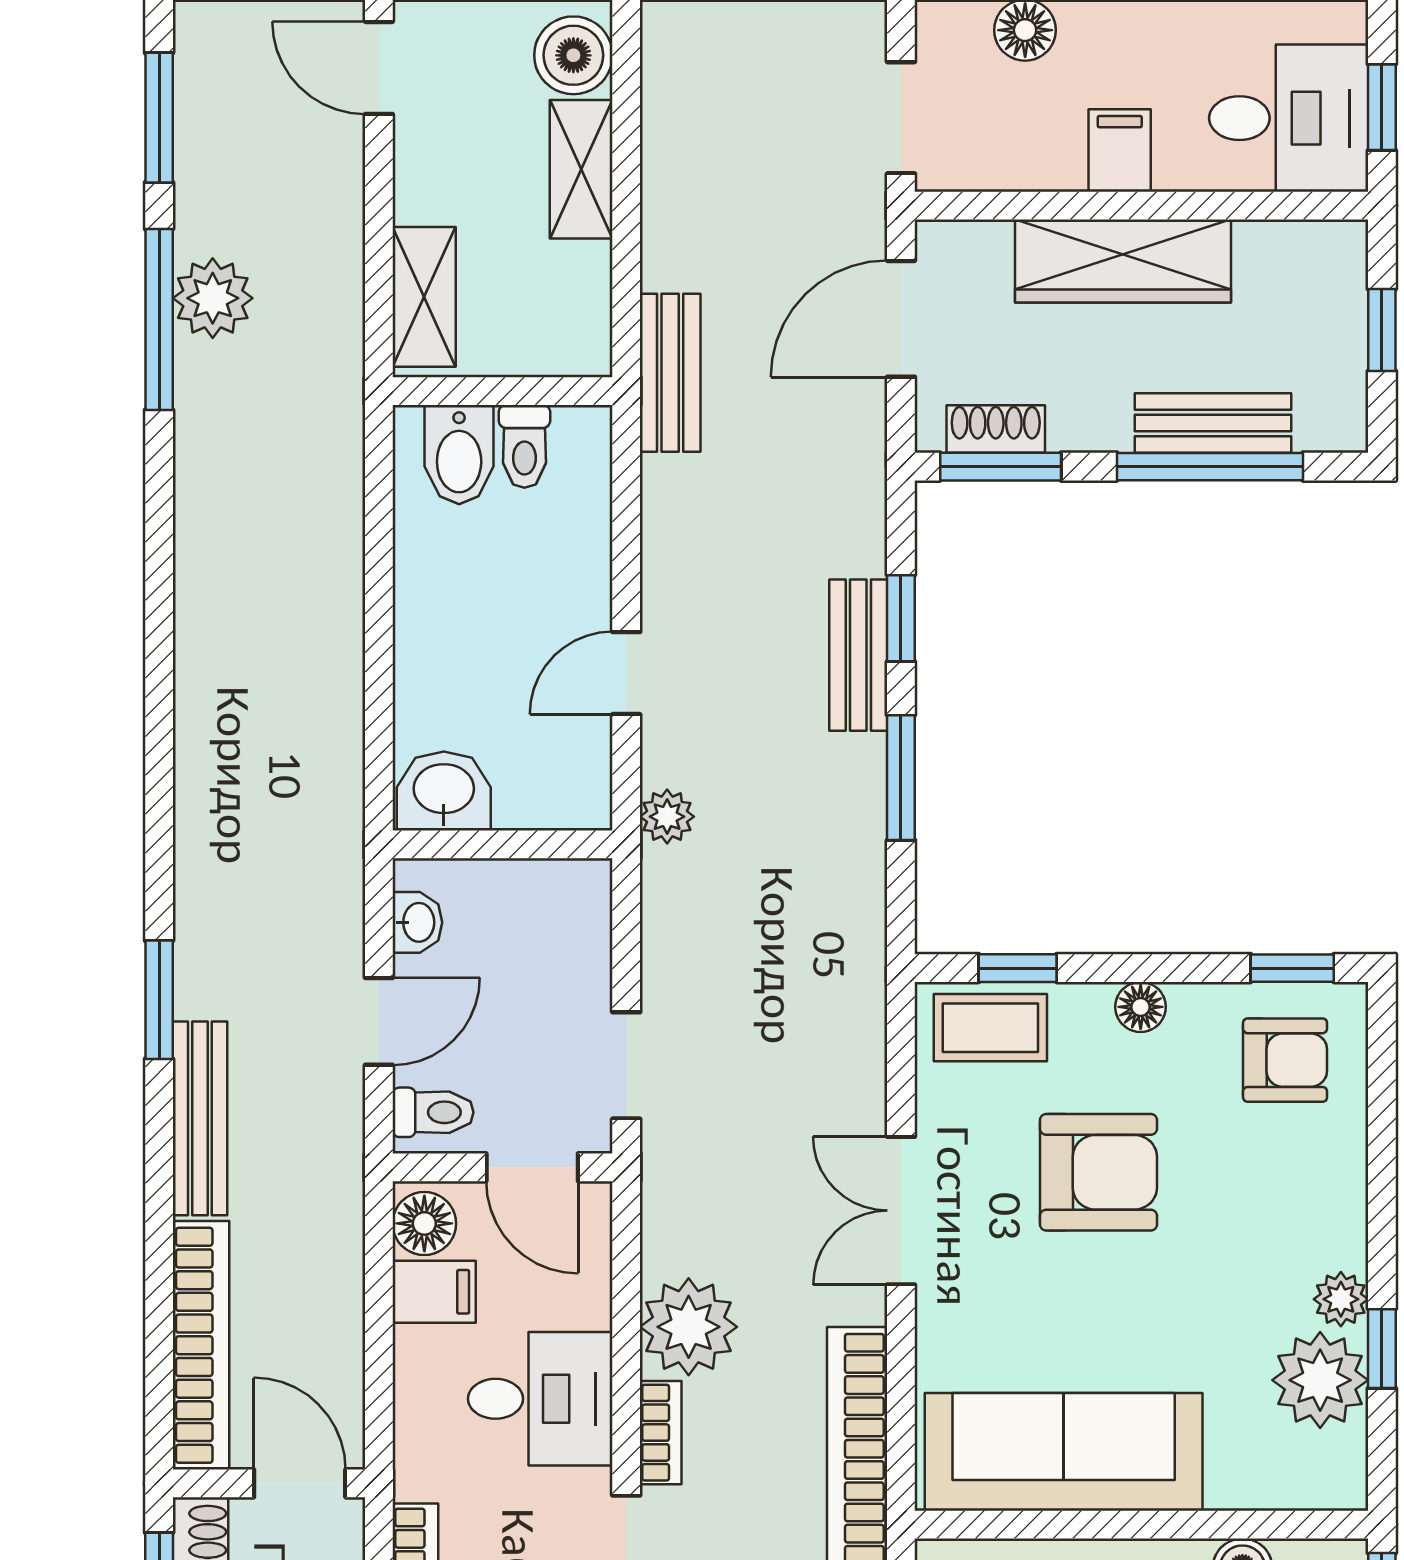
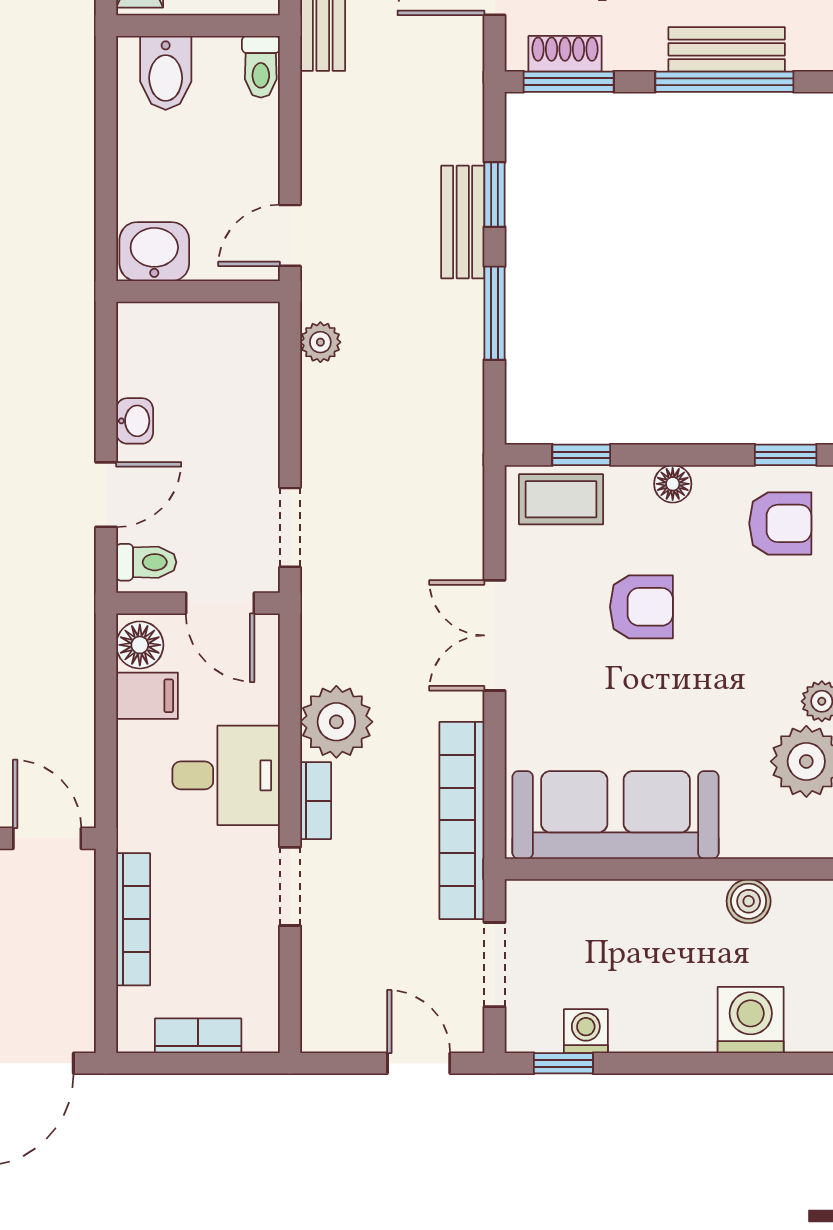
toilet: (524, 446) -> (261, 67), moved
washbasin: (444, 791) -> (154, 252), moved
wall: (503, 844) -> (198, 291), moved
armchair: (1098, 1172) -> (641, 607), width x0.72, depth x0.72

